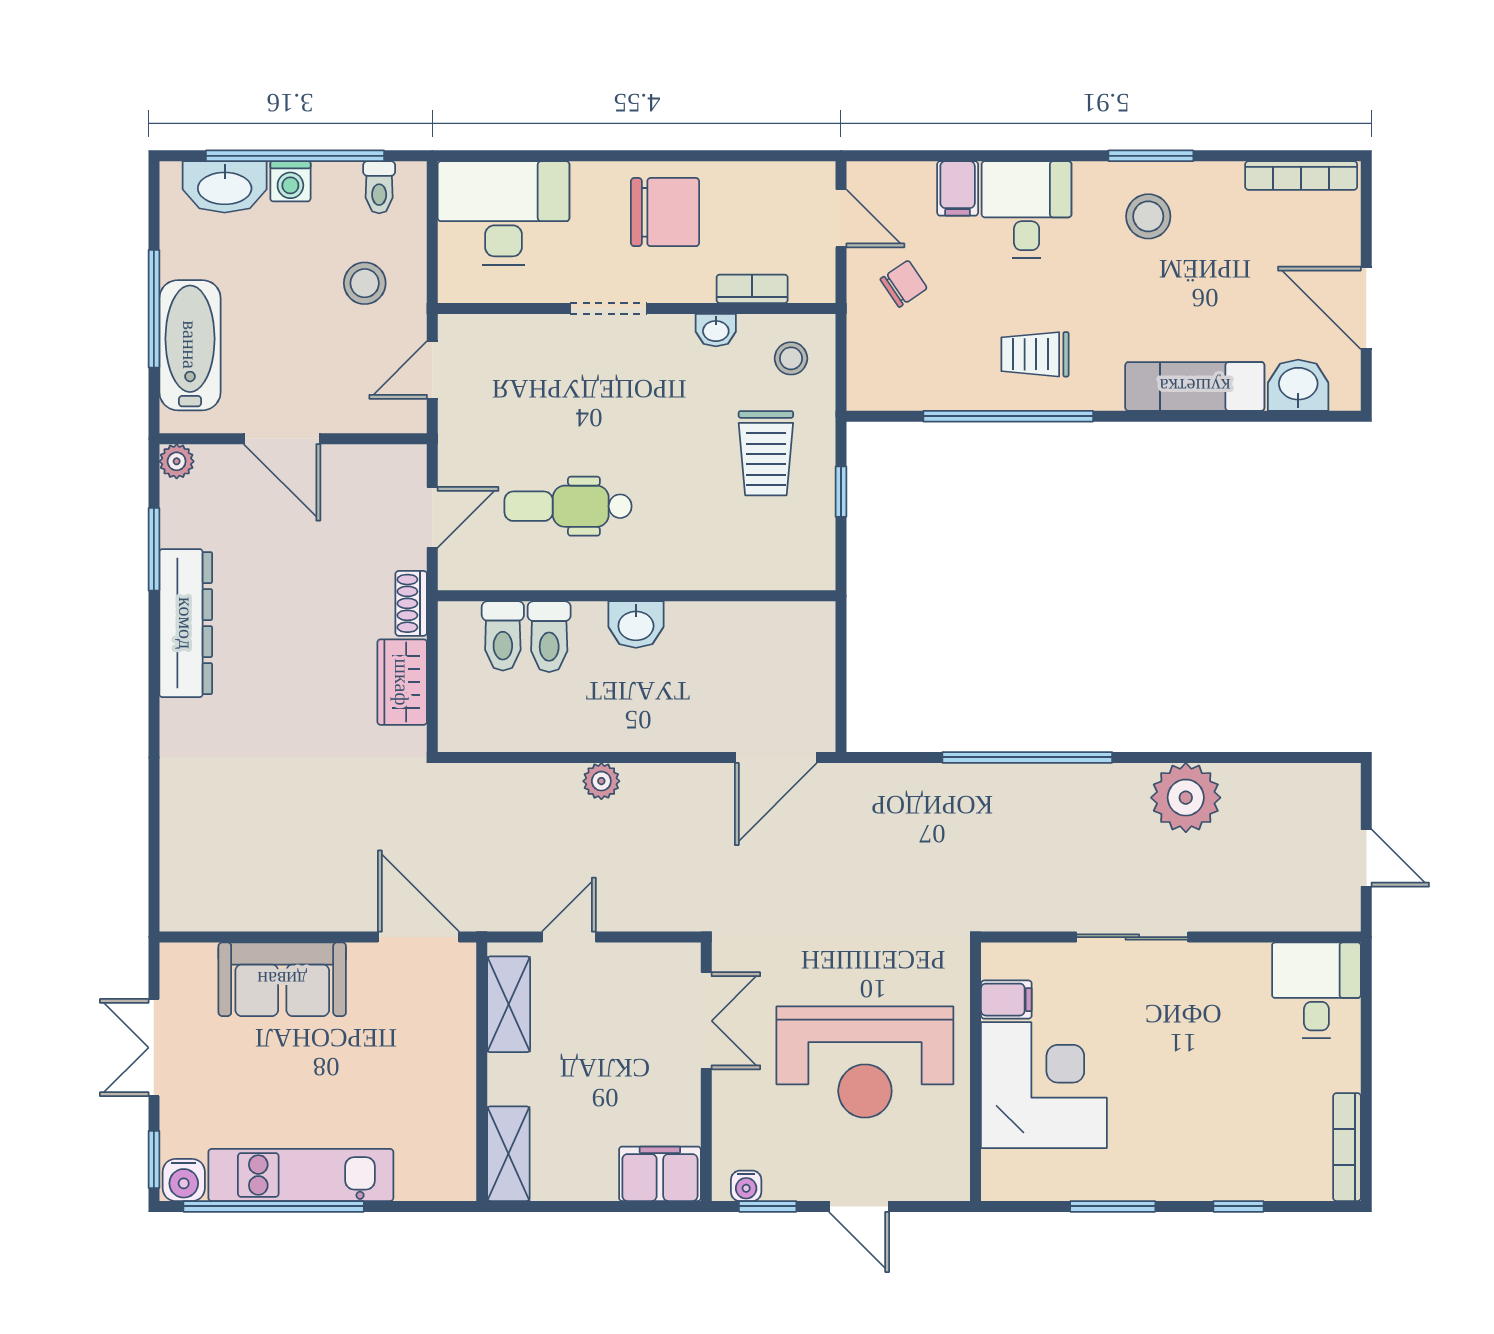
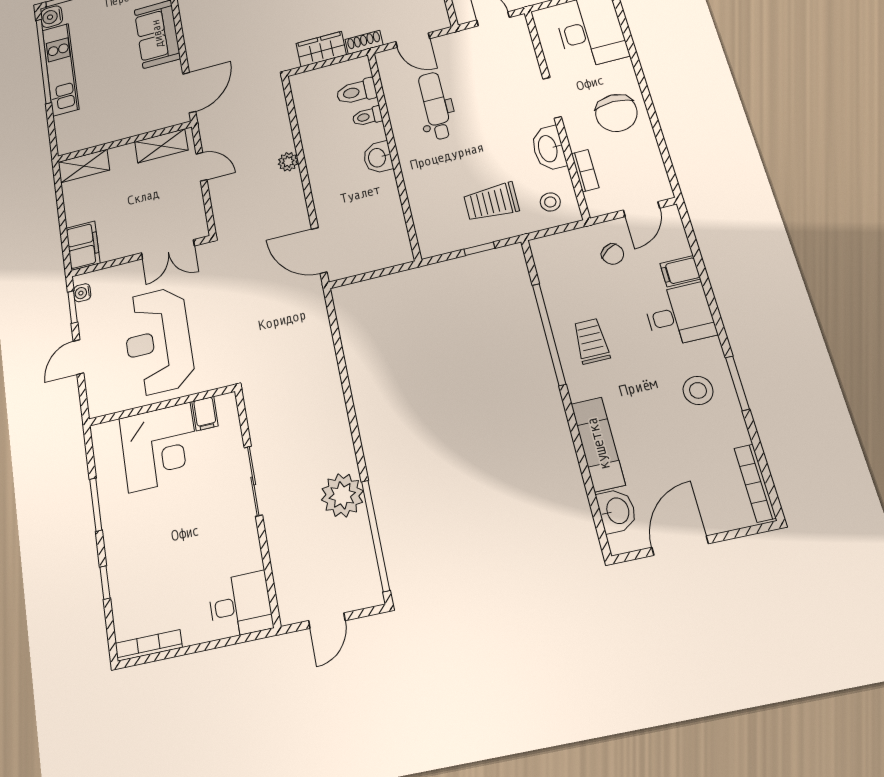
washbasin: (716, 330) -> (549, 148), width x1.91, depth x1.45
toilet: (549, 637) -> (367, 116), width x0.73, depth x0.72
window: (1027, 757) -> (376, 535), moved

